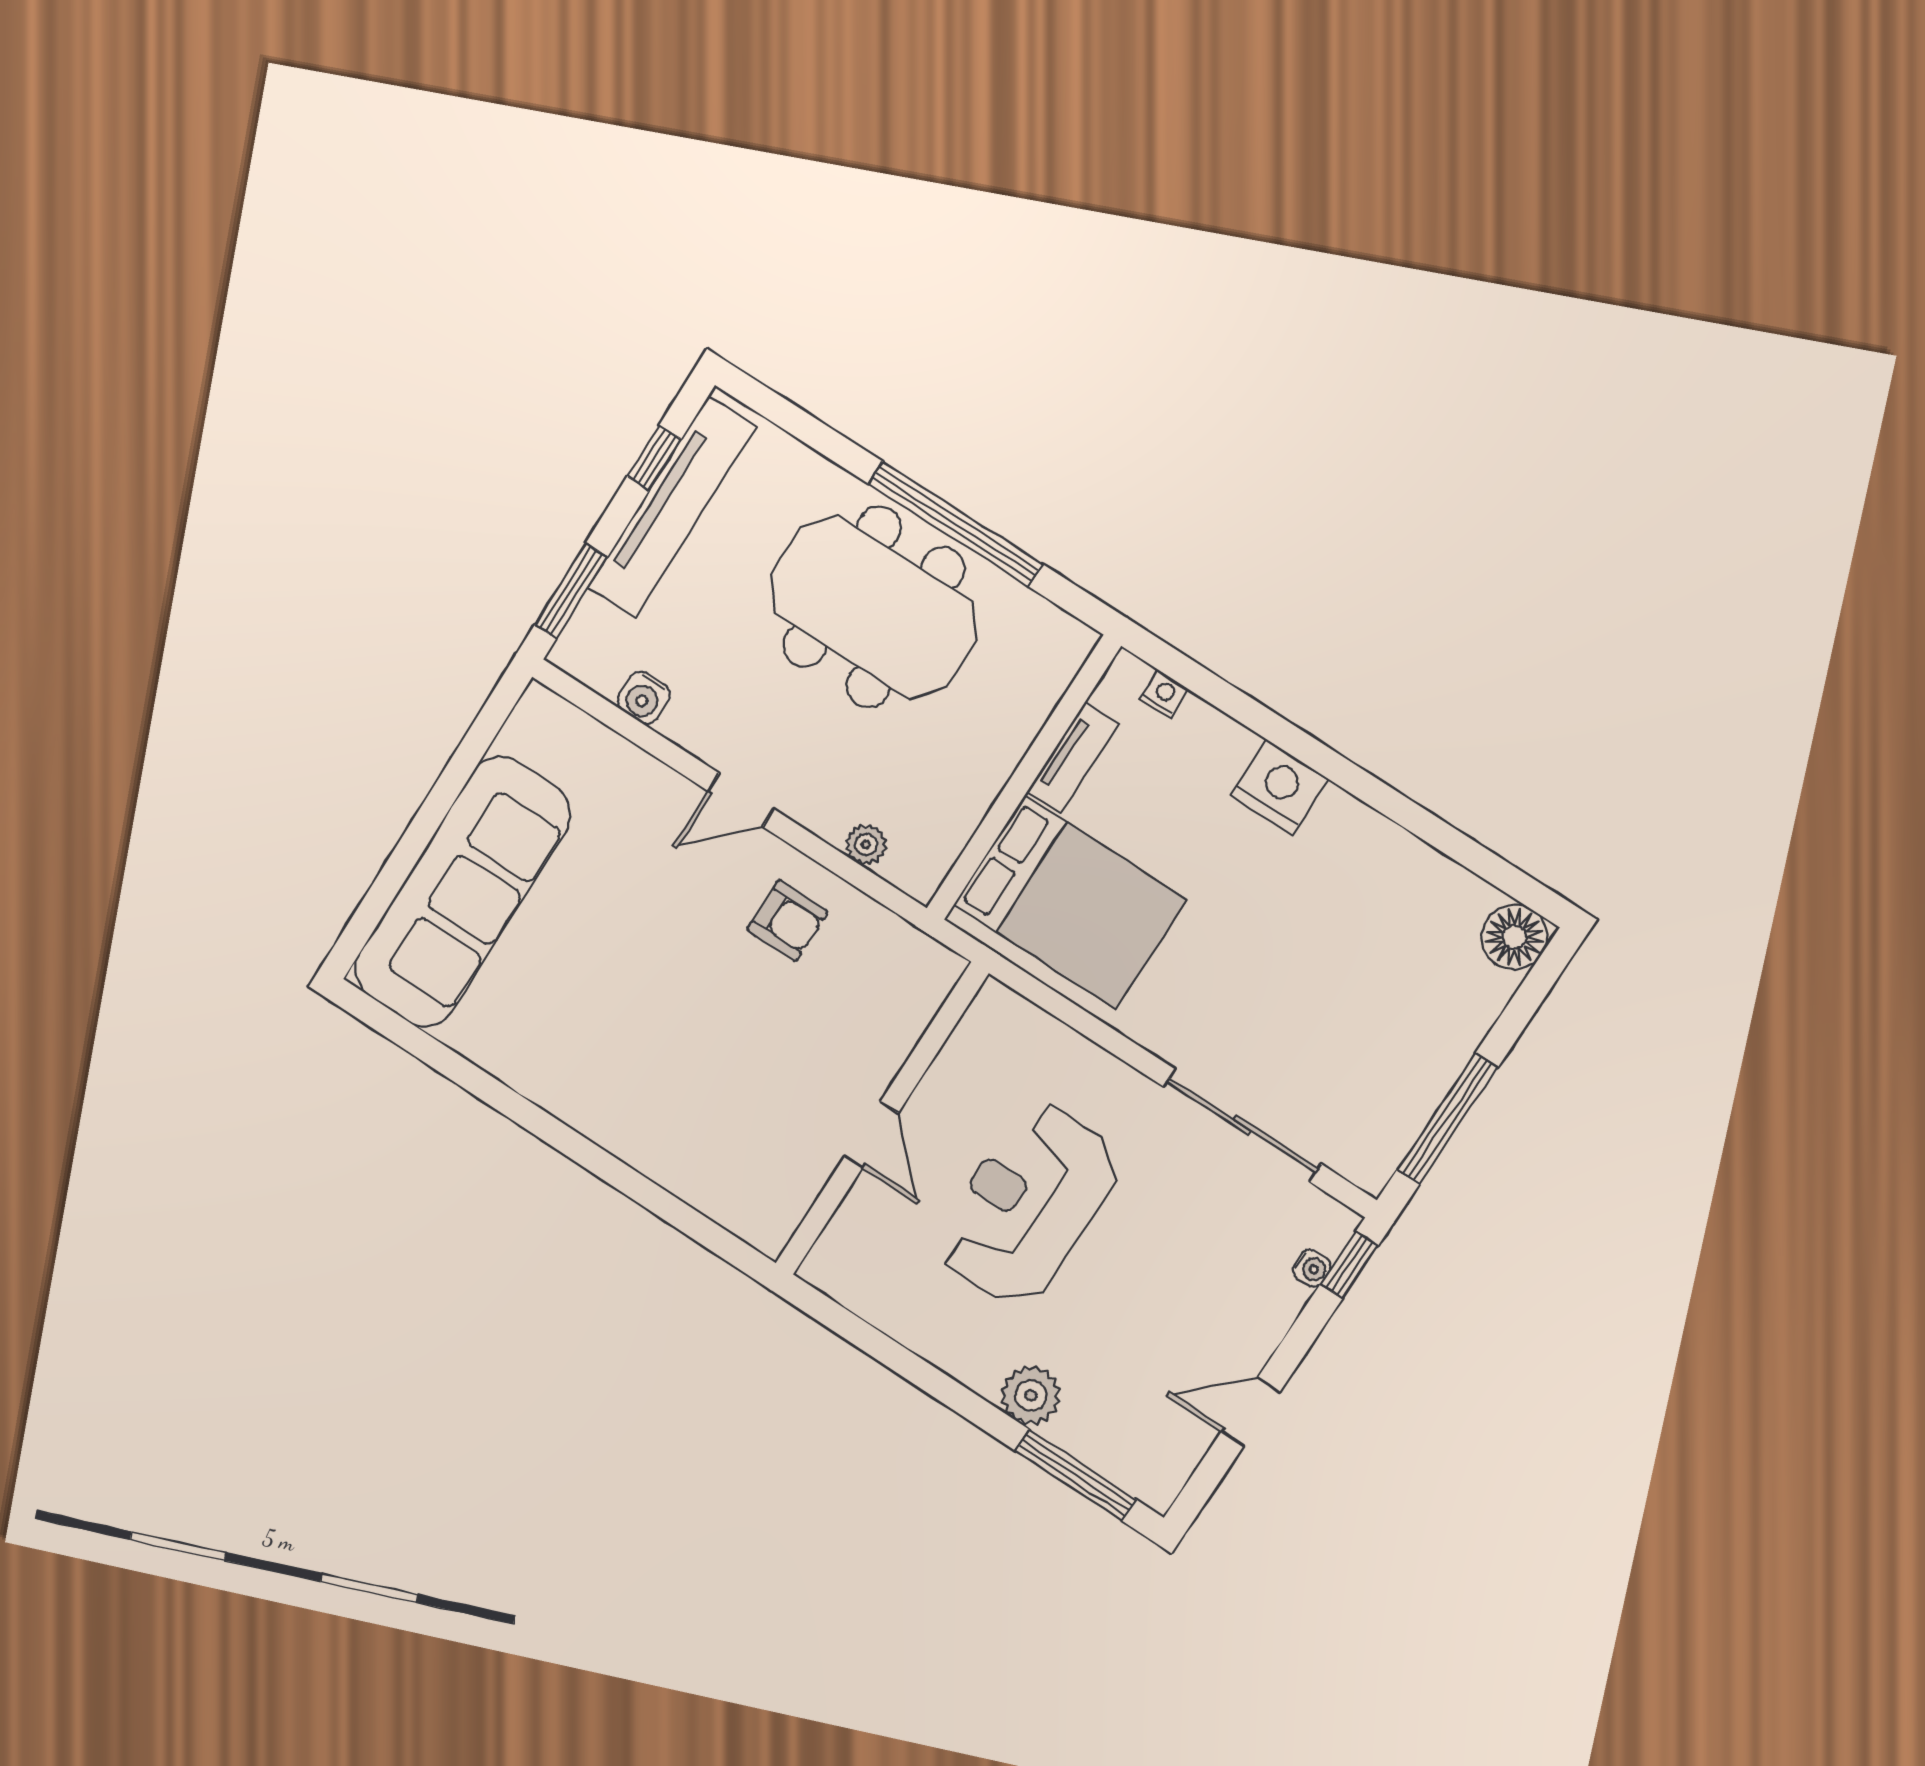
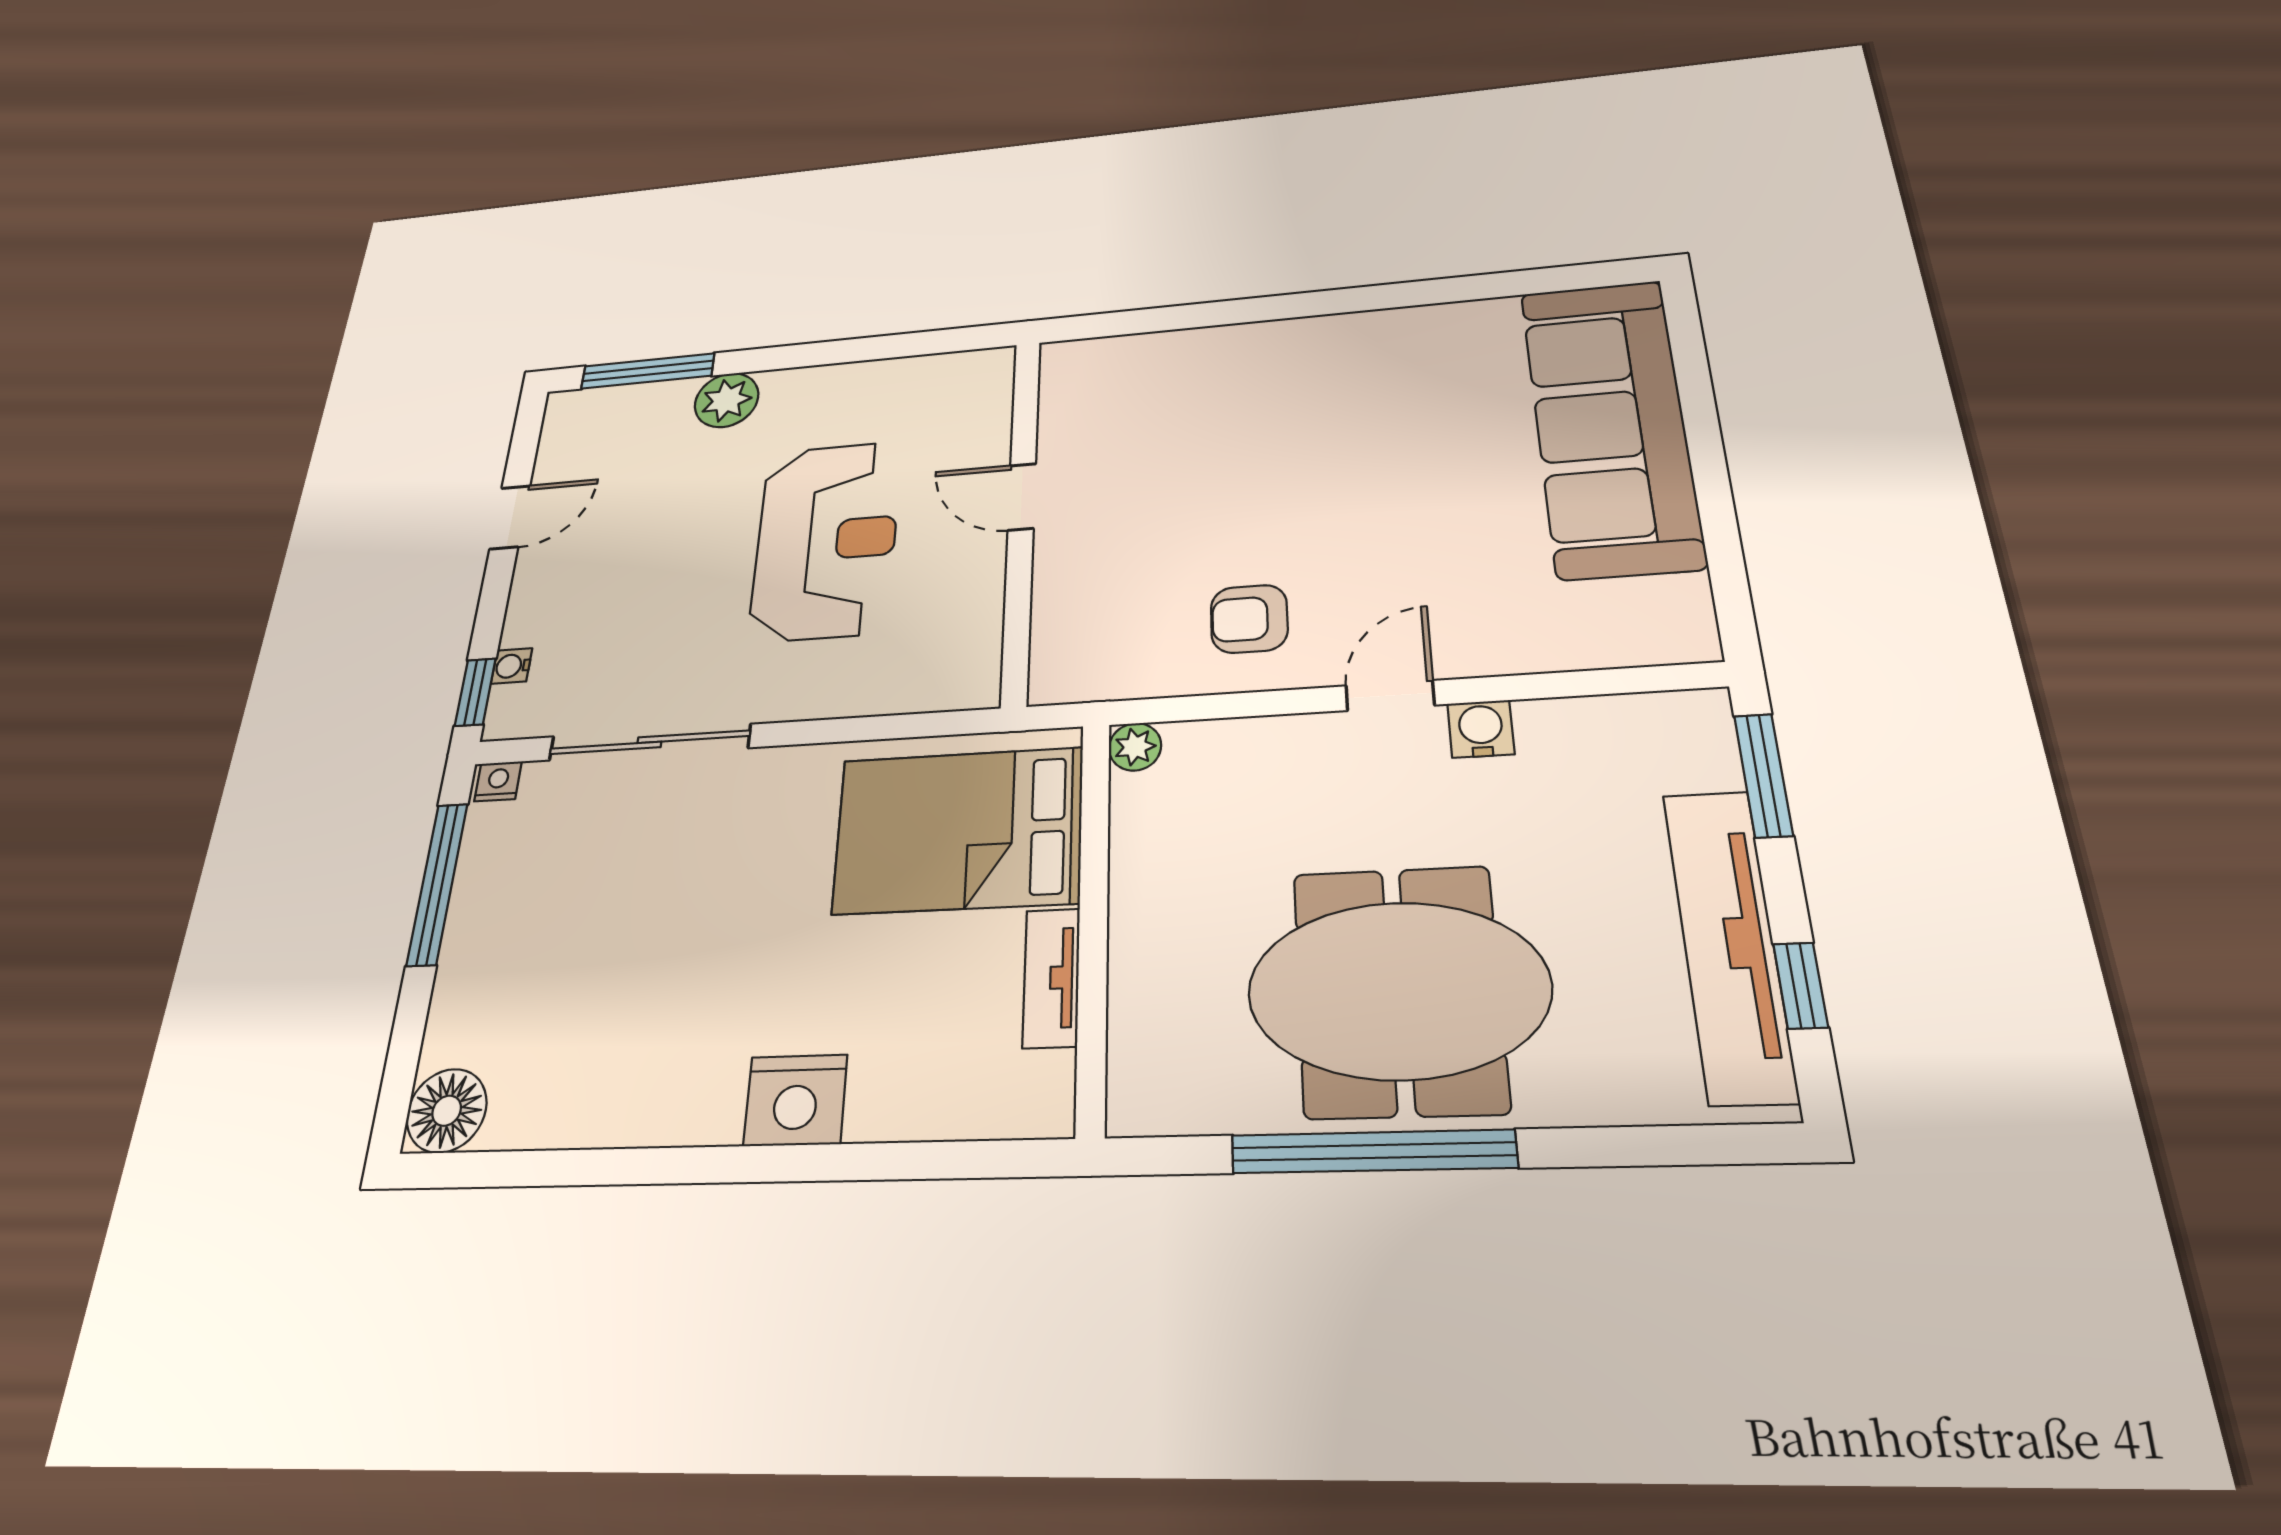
nightstand: (1164, 694) -> (498, 781), moved, turned 180
water cooler: (644, 698) -> (1481, 729), moved
plant: (866, 845) -> (1135, 747), moved

